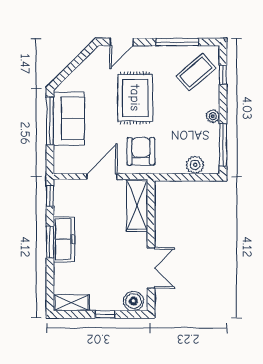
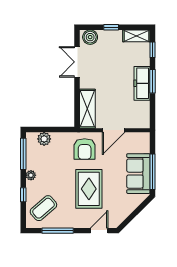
window: (223, 75) -> (23, 195), moved
window: (50, 196) -> (152, 50), moved

